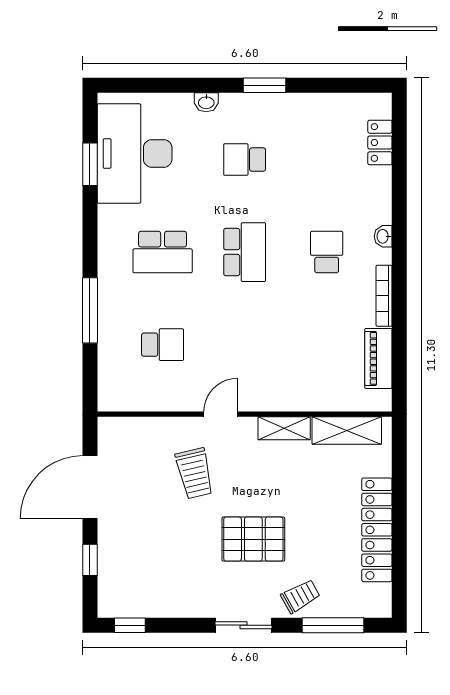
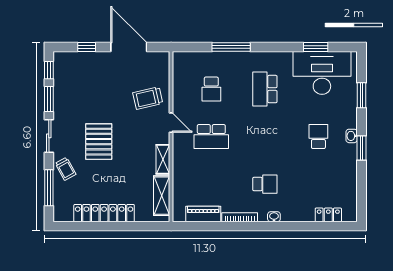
window: (173, 85) -> (361, 95), added
washbasin: (206, 102) -> (352, 136), moved
school desk: (245, 252) -> (211, 137), moved
trolley: (194, 473) -> (148, 98), moved
window: (180, 625) -> (49, 99), added

